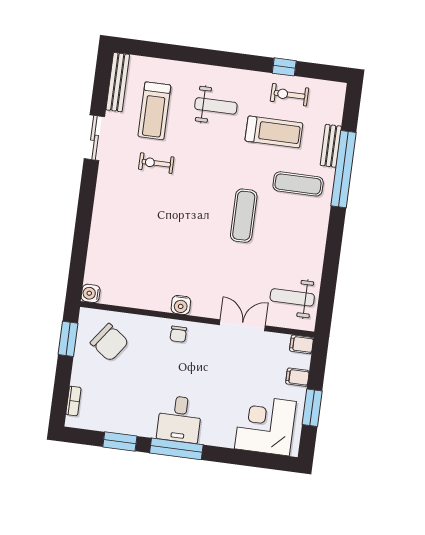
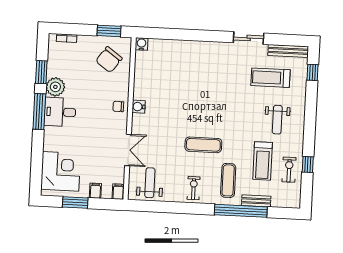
window: (151, 49) -> (312, 72), added
exercise bike: (156, 163) -> (194, 188), moved
plant: (143, 423) -> (55, 87), added

